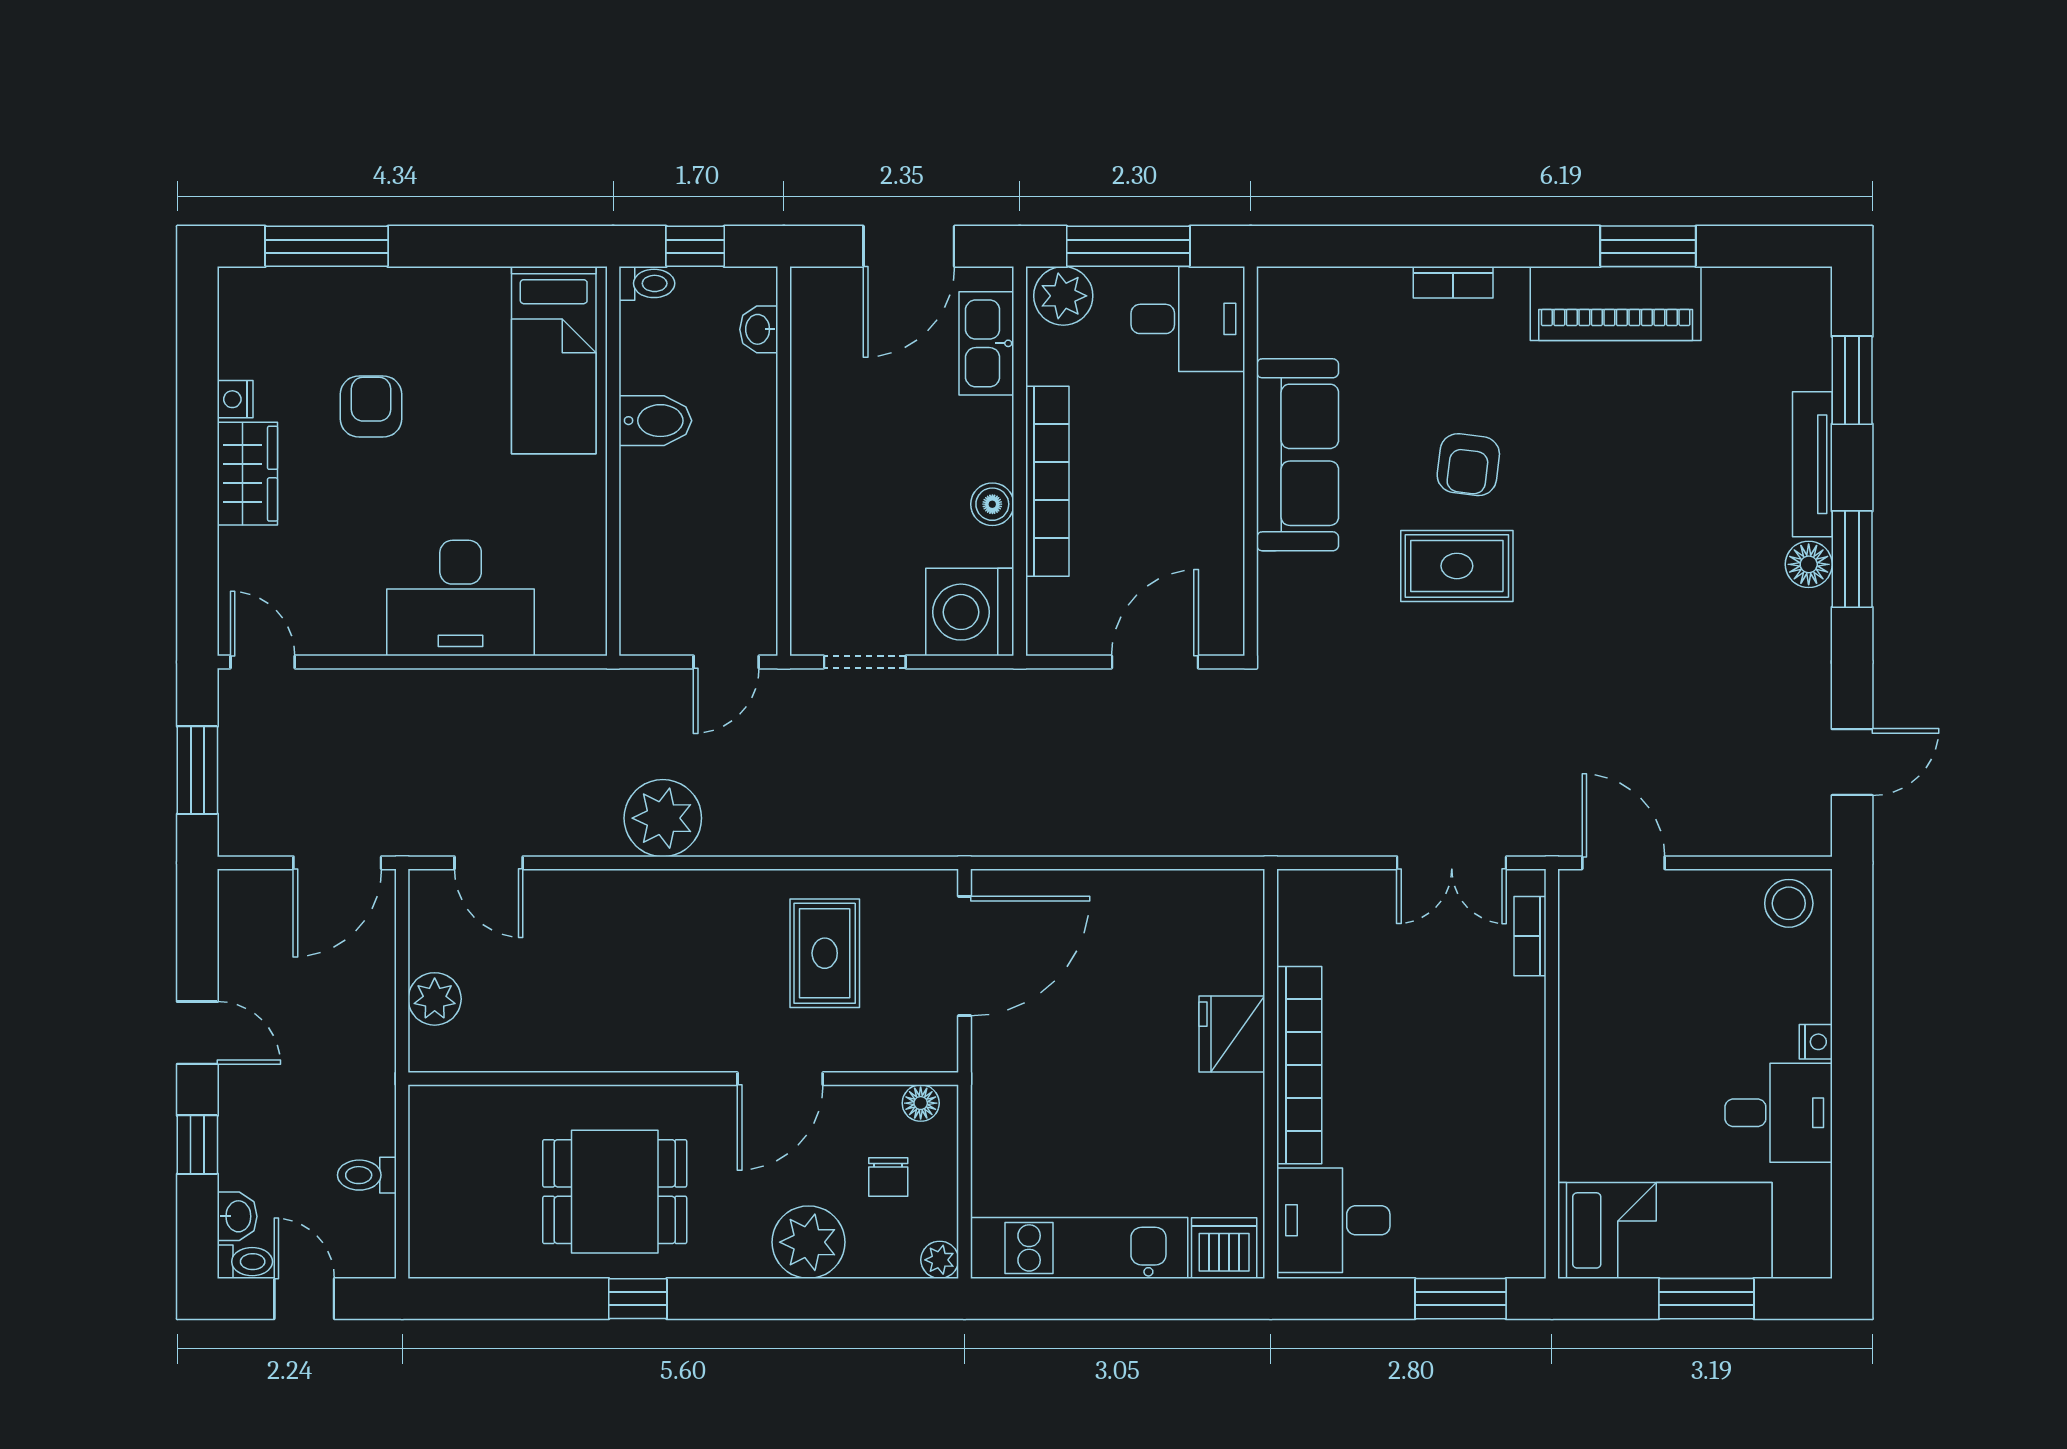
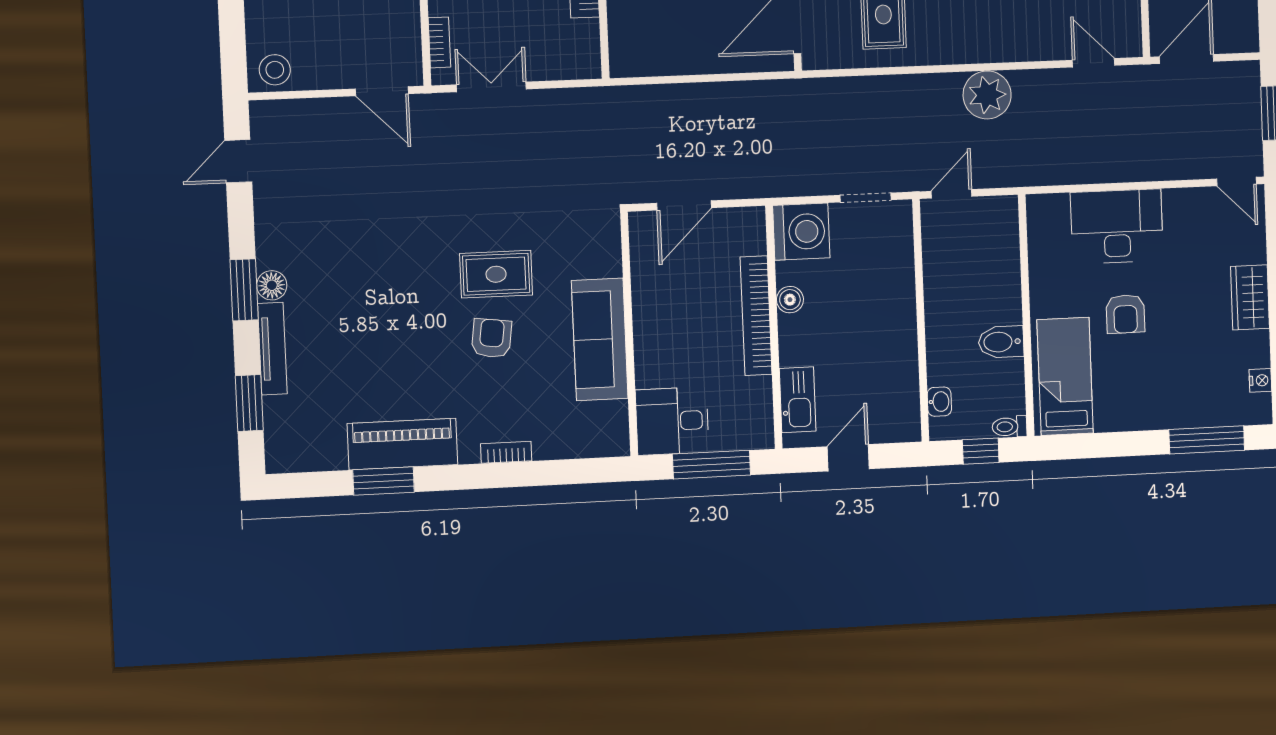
door: (909, 246) -> (848, 458), width x0.73
plant: (1063, 296) -> (751, 432), removed
nightstand: (235, 399) -> (1260, 380), moved
armchair: (371, 407) -> (1125, 314), moved

